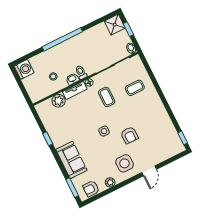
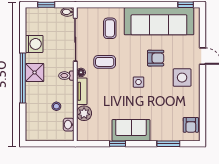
shower: (115, 25) -> (35, 72), moved
washing machine: (24, 69) -> (34, 44), moved, turned 90
washbasin: (72, 79) -> (69, 125), moved
sofa: (159, 123) -> (159, 21), added
sofa: (71, 160) -> (131, 130), moved
plant: (110, 182) -> (194, 102), removed
window: (72, 188) -> (168, 144), moved

